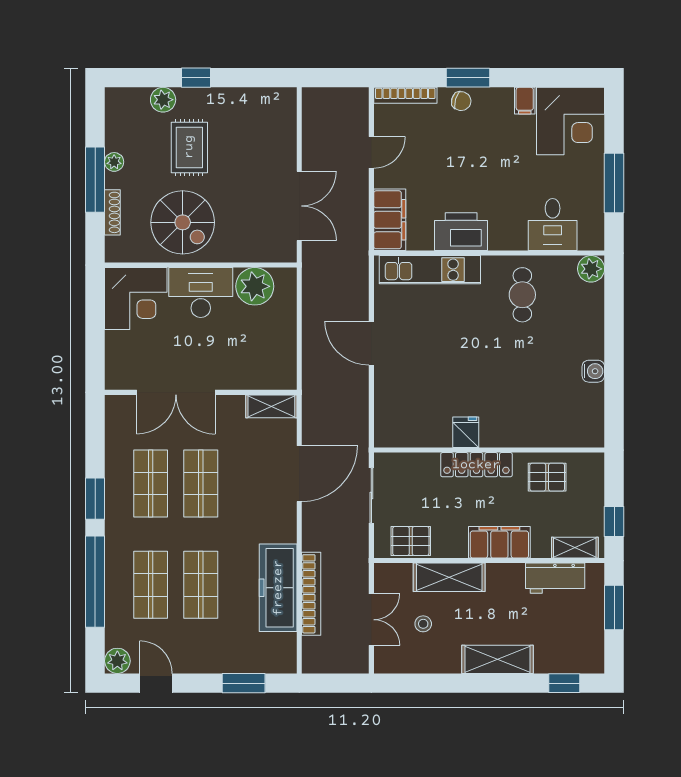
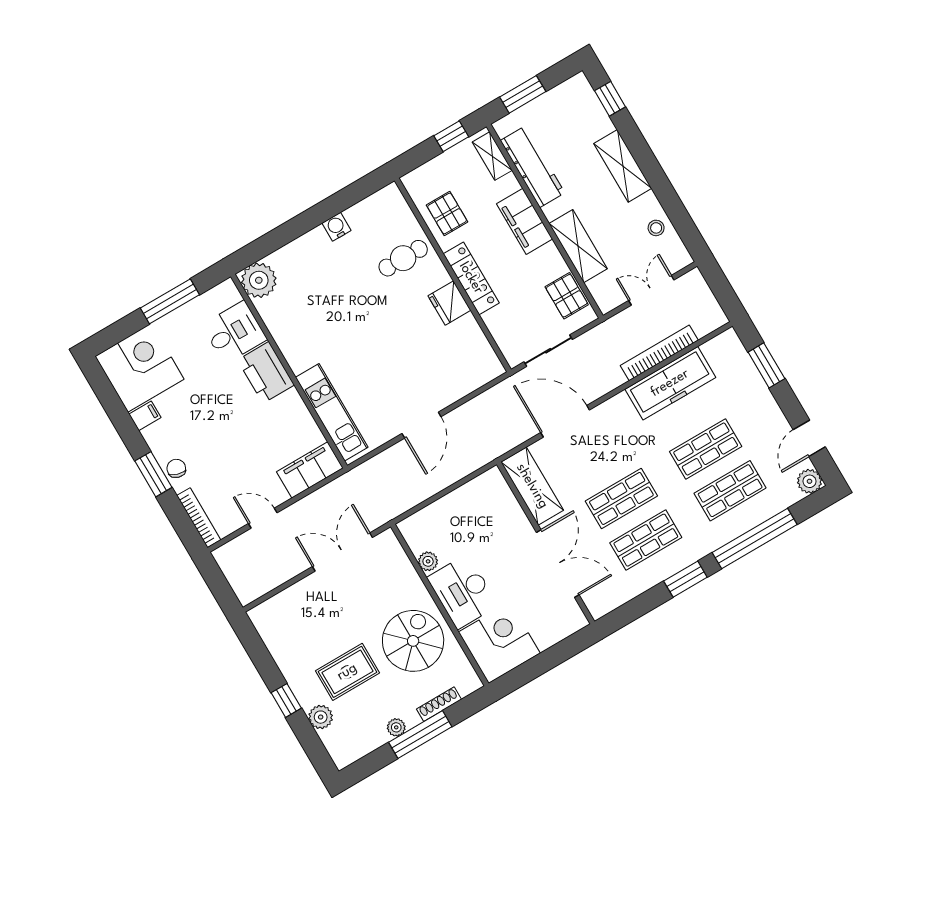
printer: (461, 232) -> (266, 372), moved
plant: (591, 269) -> (259, 280), width x1.36, depth x1.36
plant: (255, 286) -> (428, 561), width x0.53, depth x0.53
cafe table: (522, 295) -> (403, 258), moved
shelving: (271, 406) -> (532, 486), width x1.50, depth x1.33
fridge: (466, 432) -> (449, 303), width x1.38
workbench: (555, 578) -> (533, 167), width x1.38
stool: (423, 624) -> (656, 228), moved

